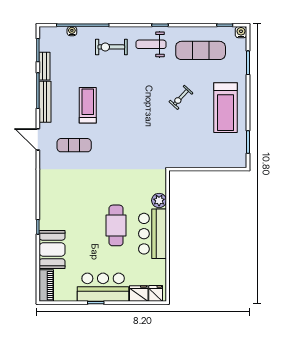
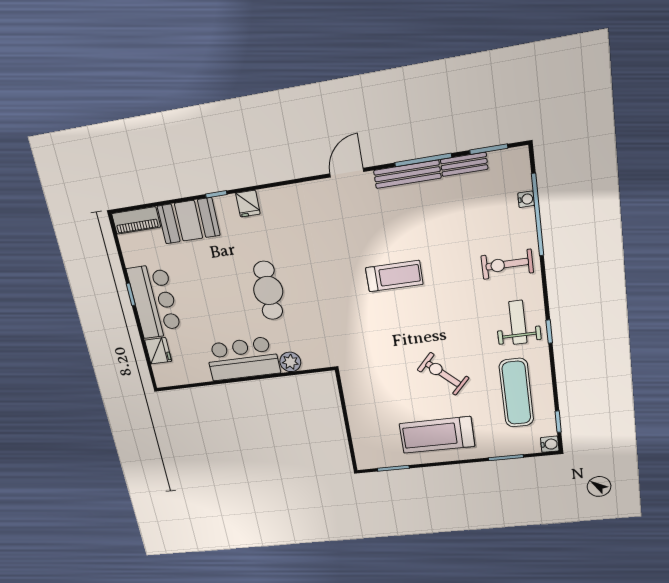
exercise bike: (111, 47) -> (507, 264), turned -90
exercise bike: (181, 97) -> (443, 374), width x1.38, depth x1.39
treadmill: (88, 105) -> (394, 276), moved
exercise mat: (74, 145) -> (347, 230), removed
cafe table: (116, 225) -> (268, 290), moved, turned 90
fridge: (156, 293) -> (248, 204), moved, turned 90

